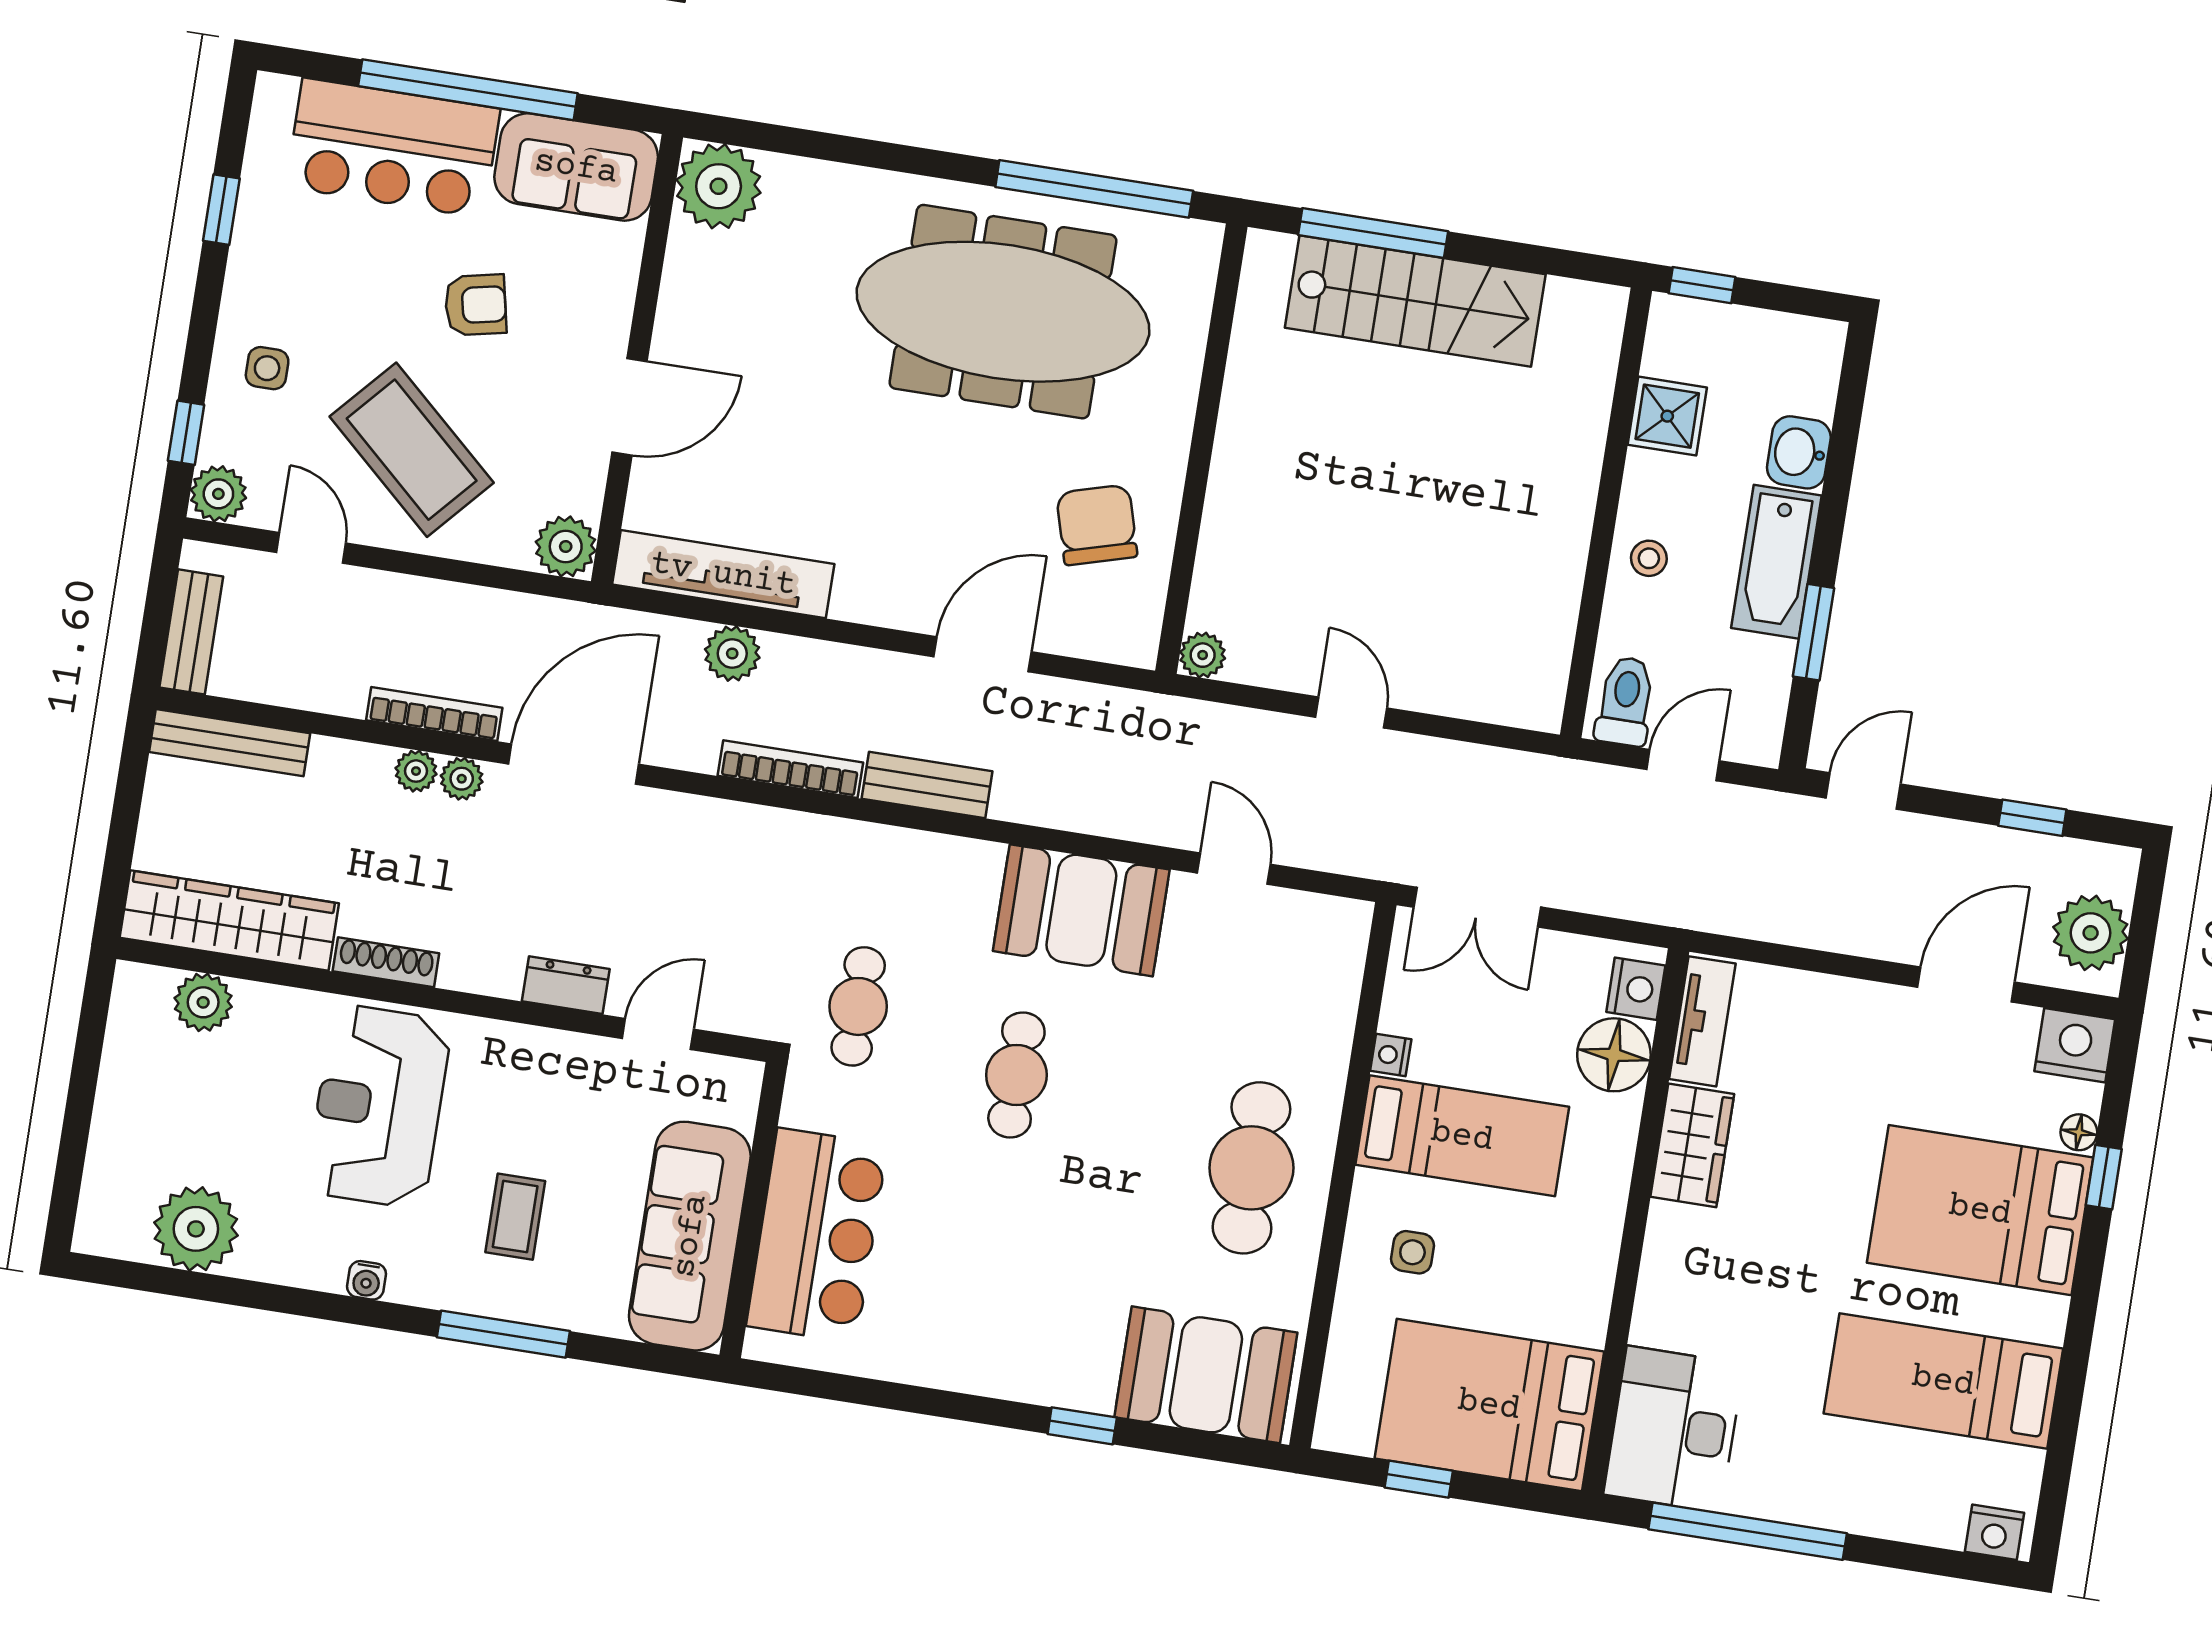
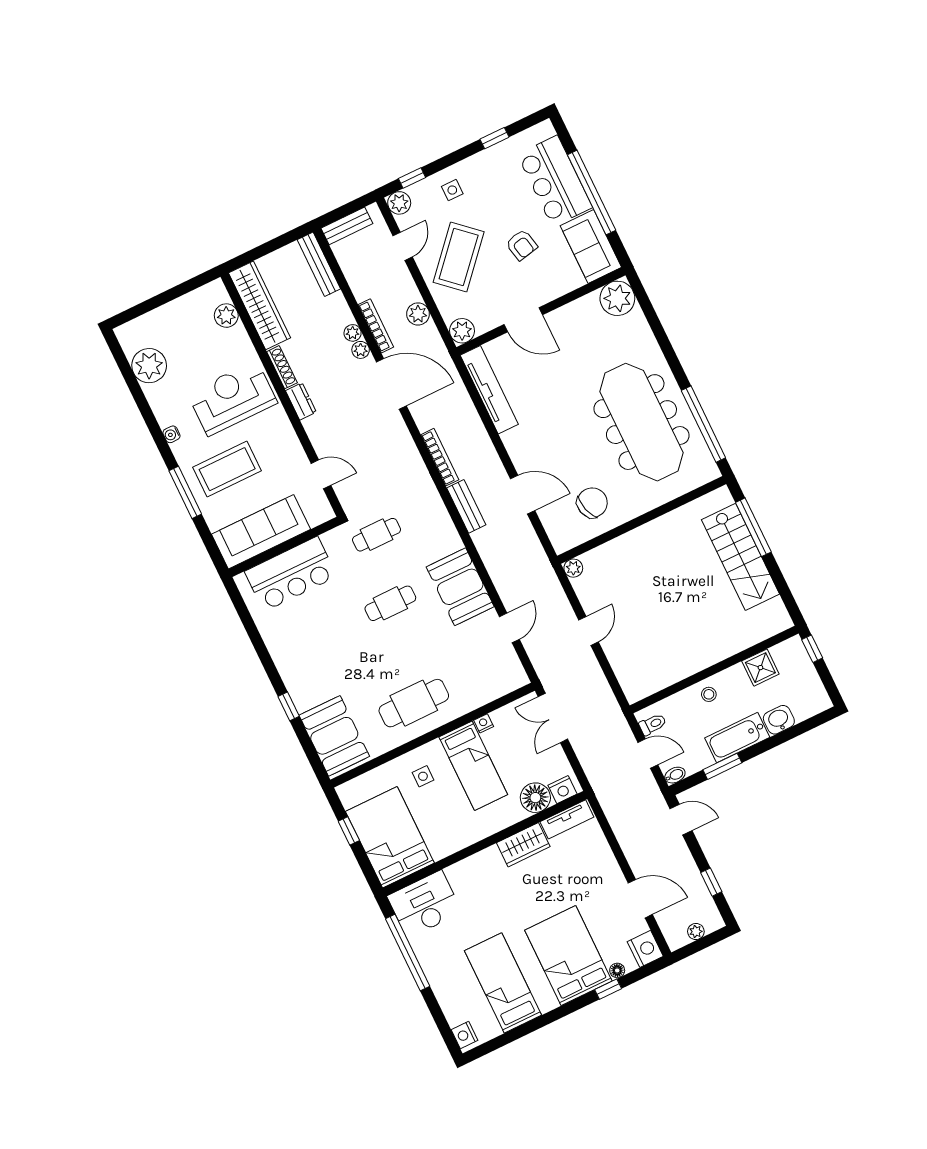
plant: (732, 653) -> (418, 314), moved
toilet: (1625, 701) -> (653, 724), width x0.73, depth x0.72
bidet: (1765, 741) -> (675, 775), added
plant: (2091, 933) -> (696, 932), width x0.53, depth x0.53
dresser: (566, 985) -> (301, 401), moved
coffee table: (515, 1217) -> (227, 469), width x1.86, depth x1.72

